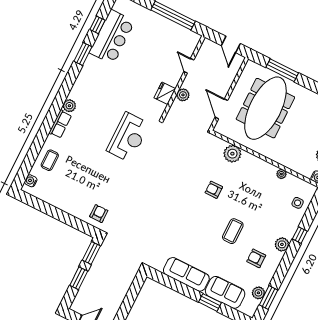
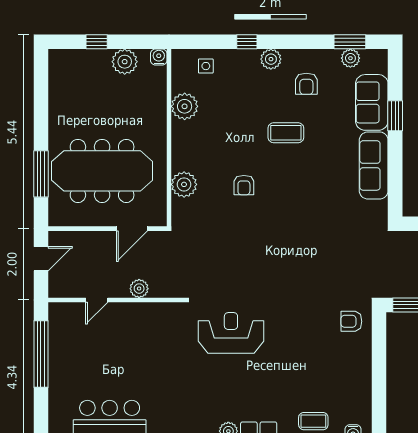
fridge: (165, 93) -> (149, 313), removed
plant: (281, 174) -> (185, 106), width x1.88, depth x1.88

